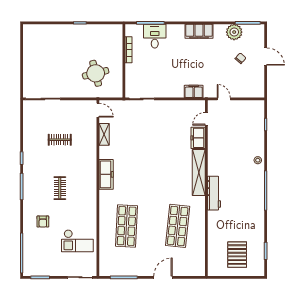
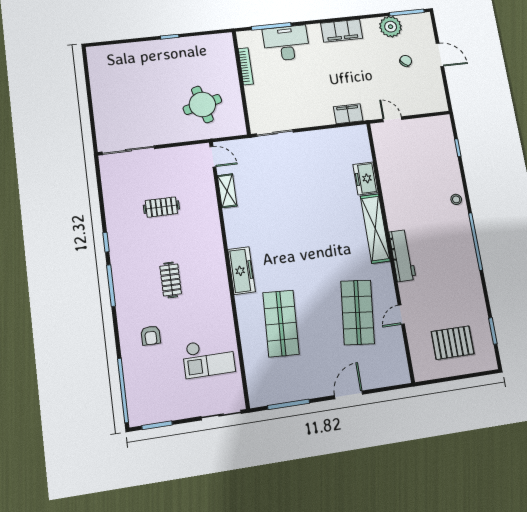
desk: (155, 36) -> (286, 43), width x1.37
door: (206, 119) -> (401, 315), moved
freezer: (106, 174) -> (242, 271), moved
pallet: (237, 255) -> (453, 343), turned 90

